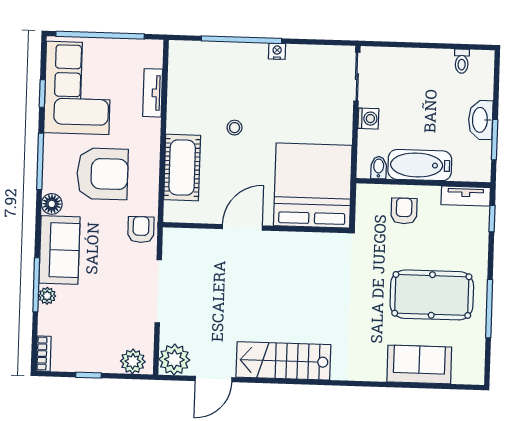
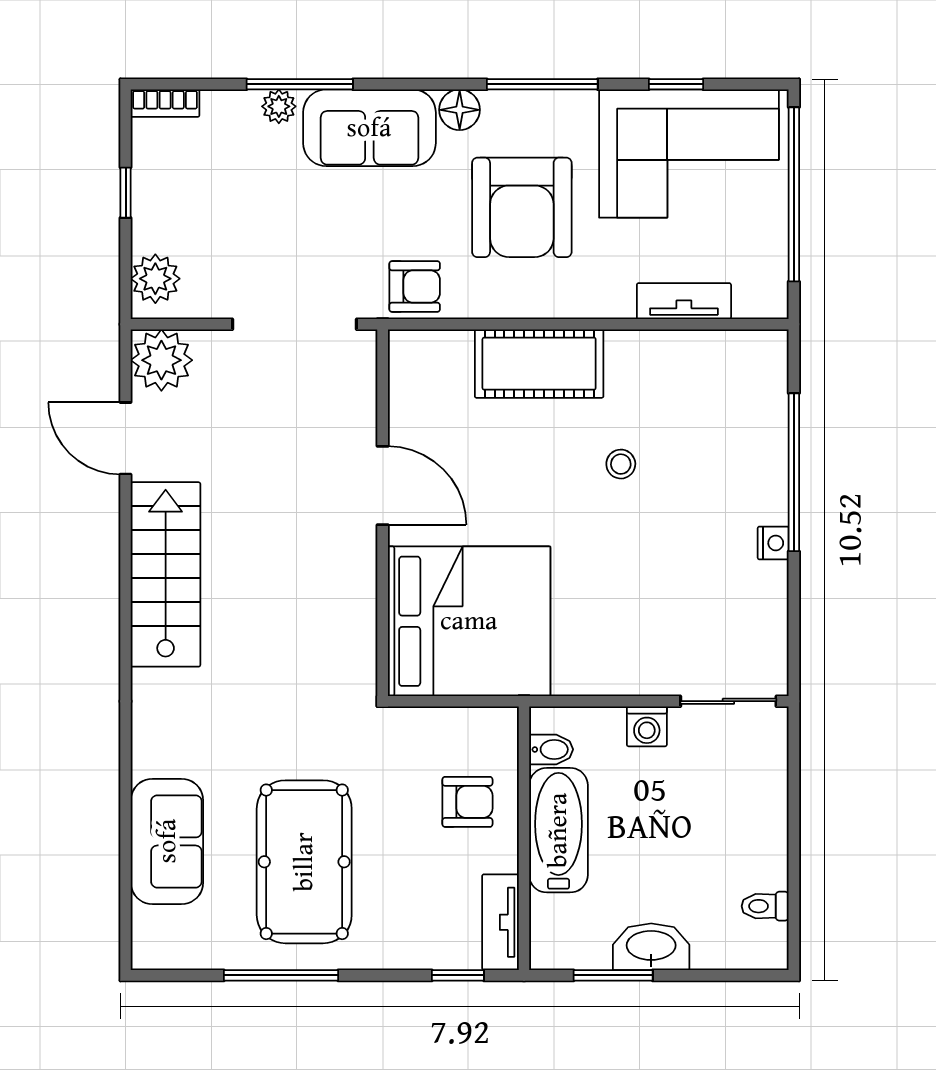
bed: (313, 185) -> (469, 621), moved
door: (242, 227) -> (383, 486), moved
wall: (256, 228) -> (383, 513), moved

